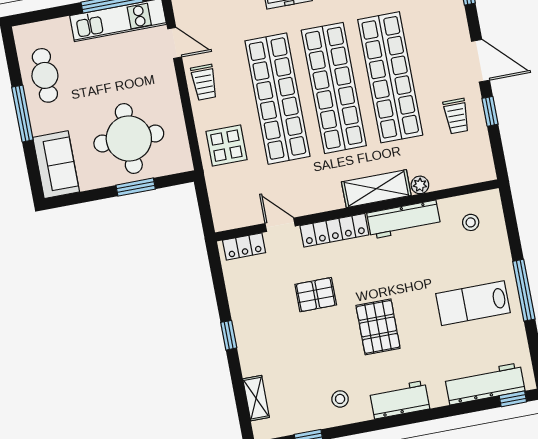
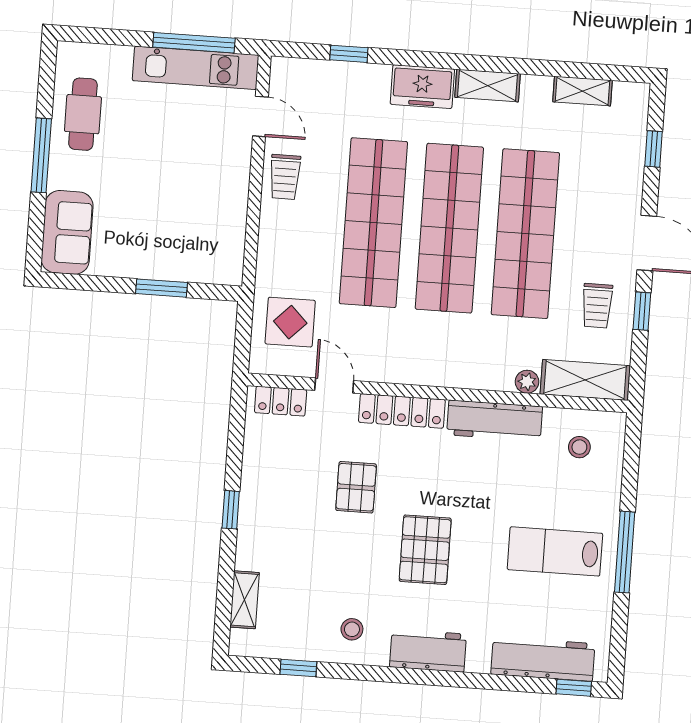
round table: (129, 138) -> (169, 224), removed
display table: (226, 146) -> (290, 322), moved
shelving: (376, 189) -> (585, 380), moved
pallet: (316, 295) -> (356, 487), turned 90

